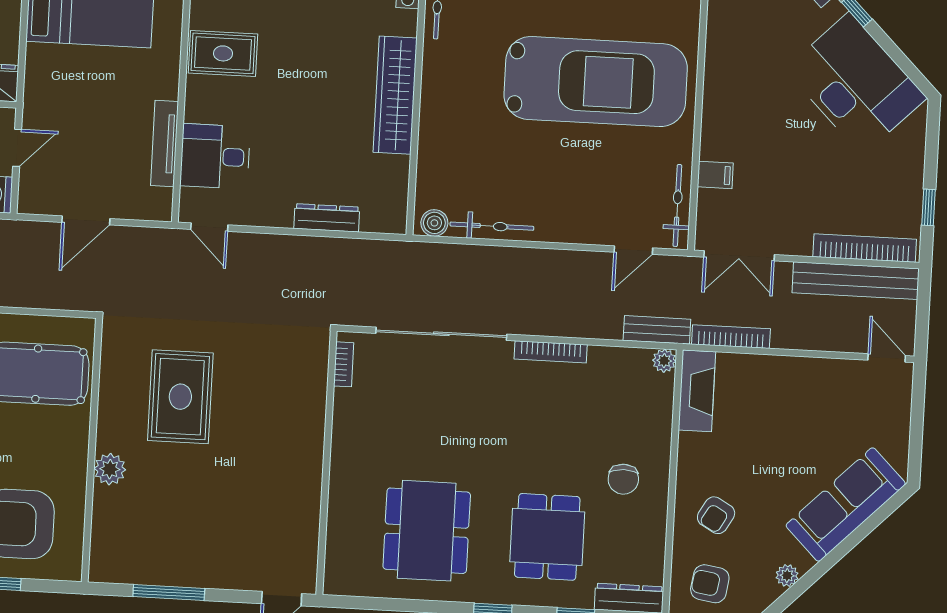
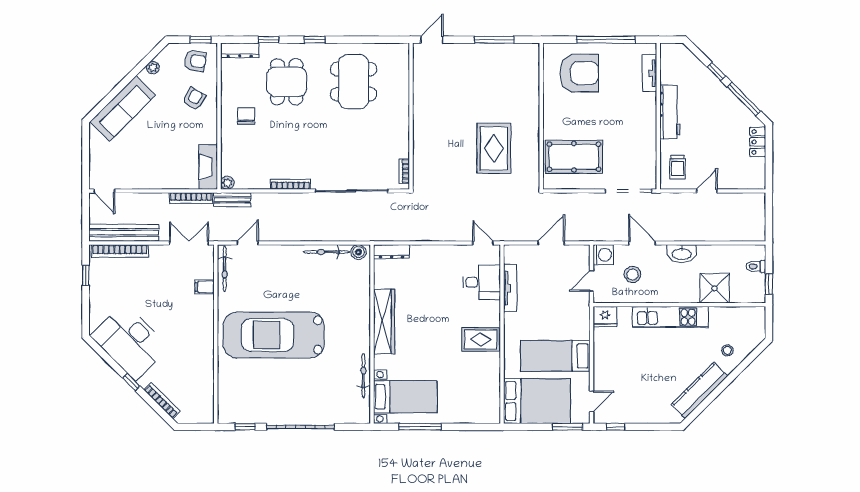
dresser: (327, 218) -> (392, 252), moved
plant: (110, 469) -> (531, 106), removed

